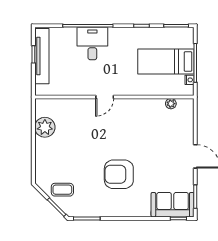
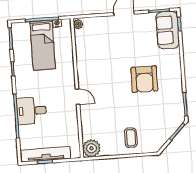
plant: (171, 104) -> (78, 24), moved
plant: (45, 127) -> (91, 148), moved
coffee table: (62, 190) -> (131, 138), moved

